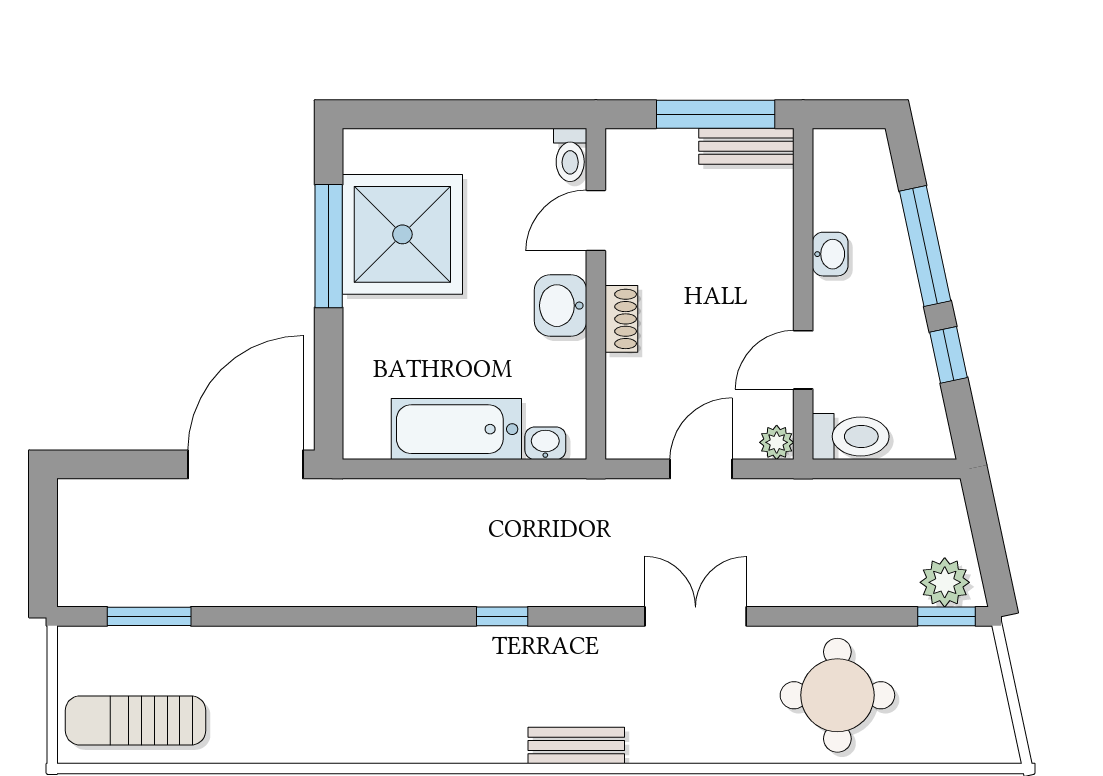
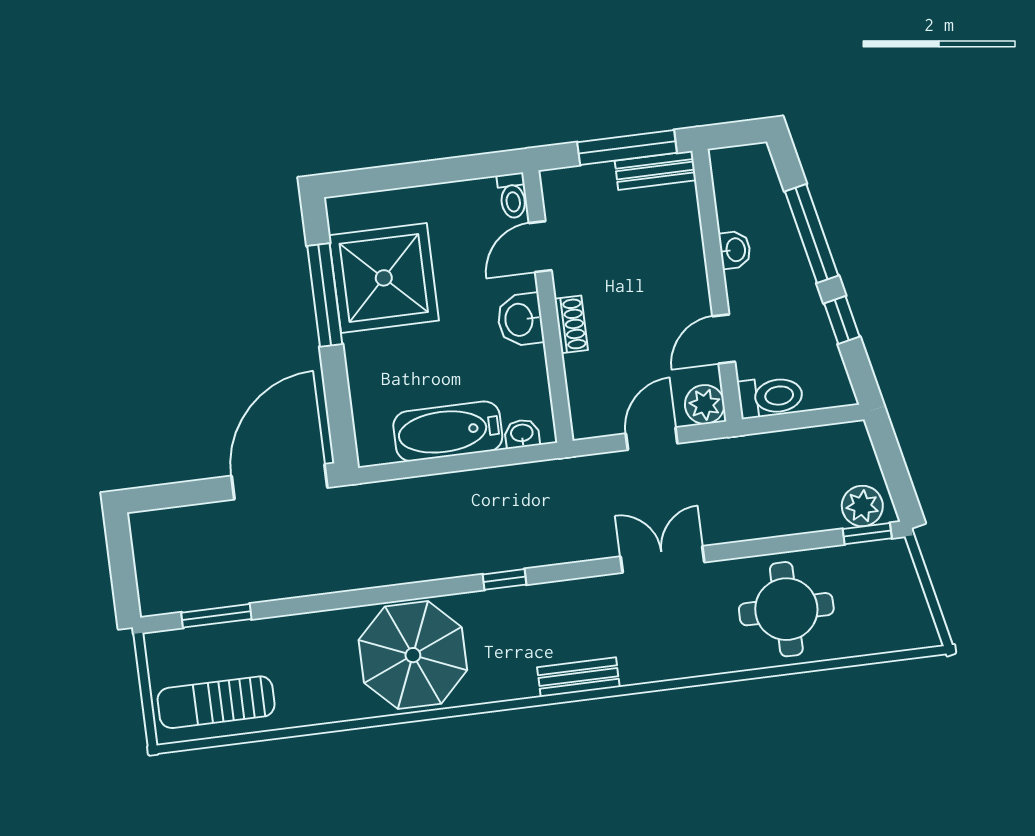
plant: (777, 442) -> (705, 404), width x1.38, depth x1.38
parasol: (380, 694) -> (413, 655), added

